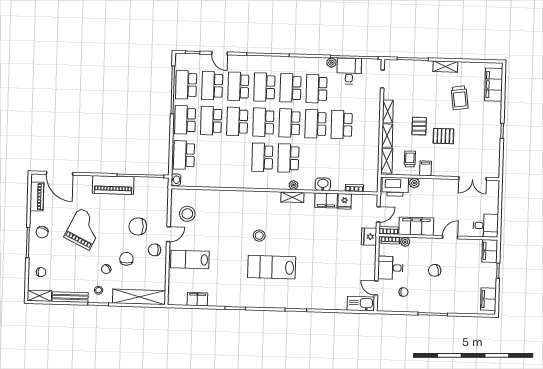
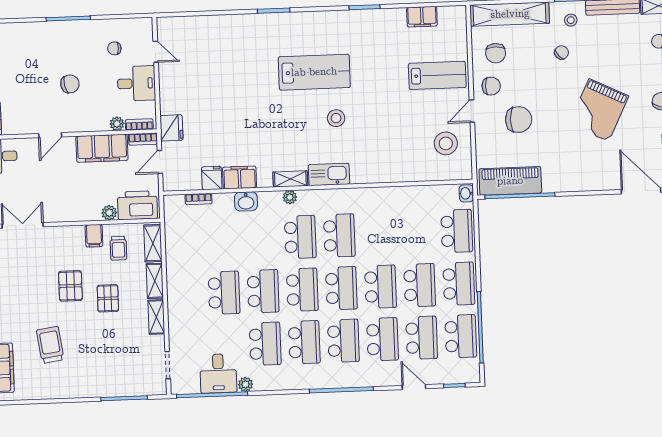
shelving: (445, 67) -> (75, 390), removed
pallet: (443, 136) -> (70, 286), turned 90
piano: (113, 185) -> (510, 181), moved
chair: (126, 259) -> (496, 53), moved
kitchen sink: (361, 304) -> (329, 174), moved, turned 180

